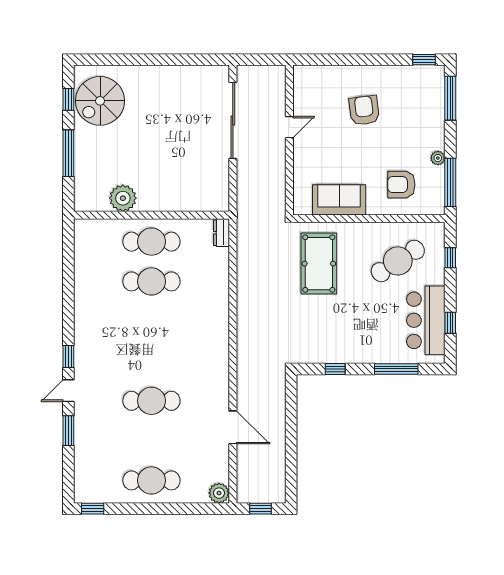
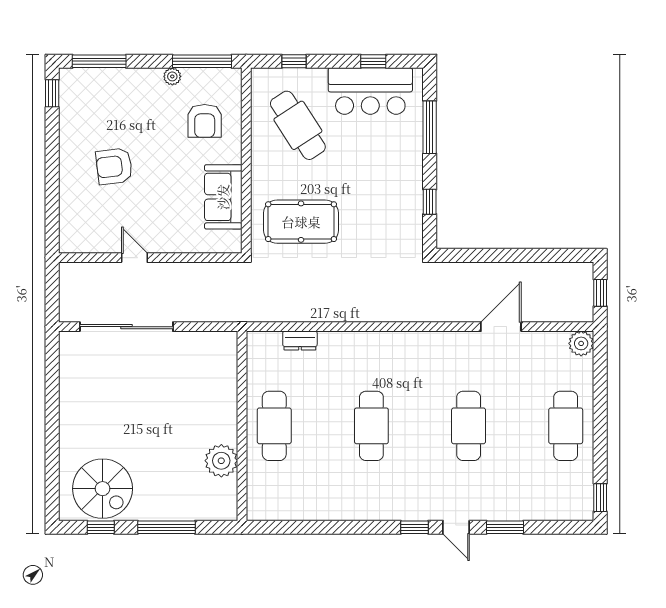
dresser: (221, 233) -> (300, 341), moved
cafe table: (151, 281) -> (371, 426), moved

